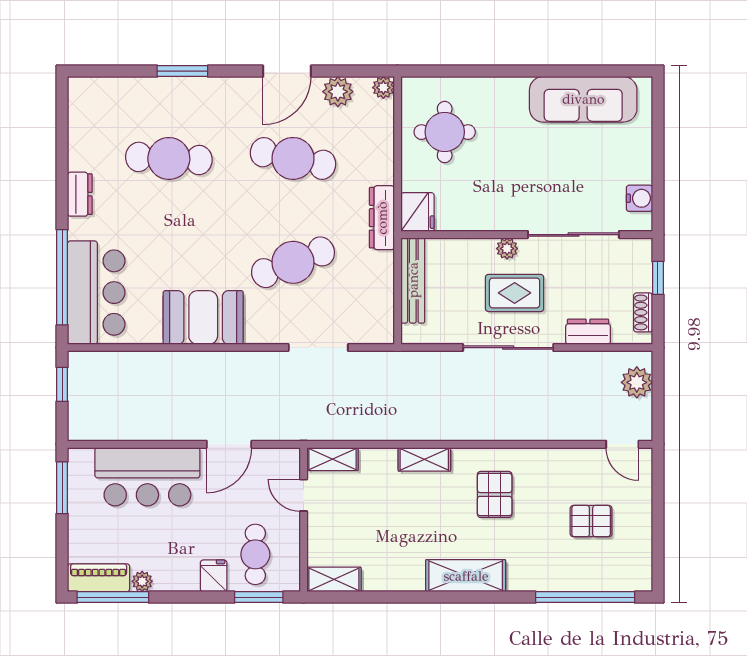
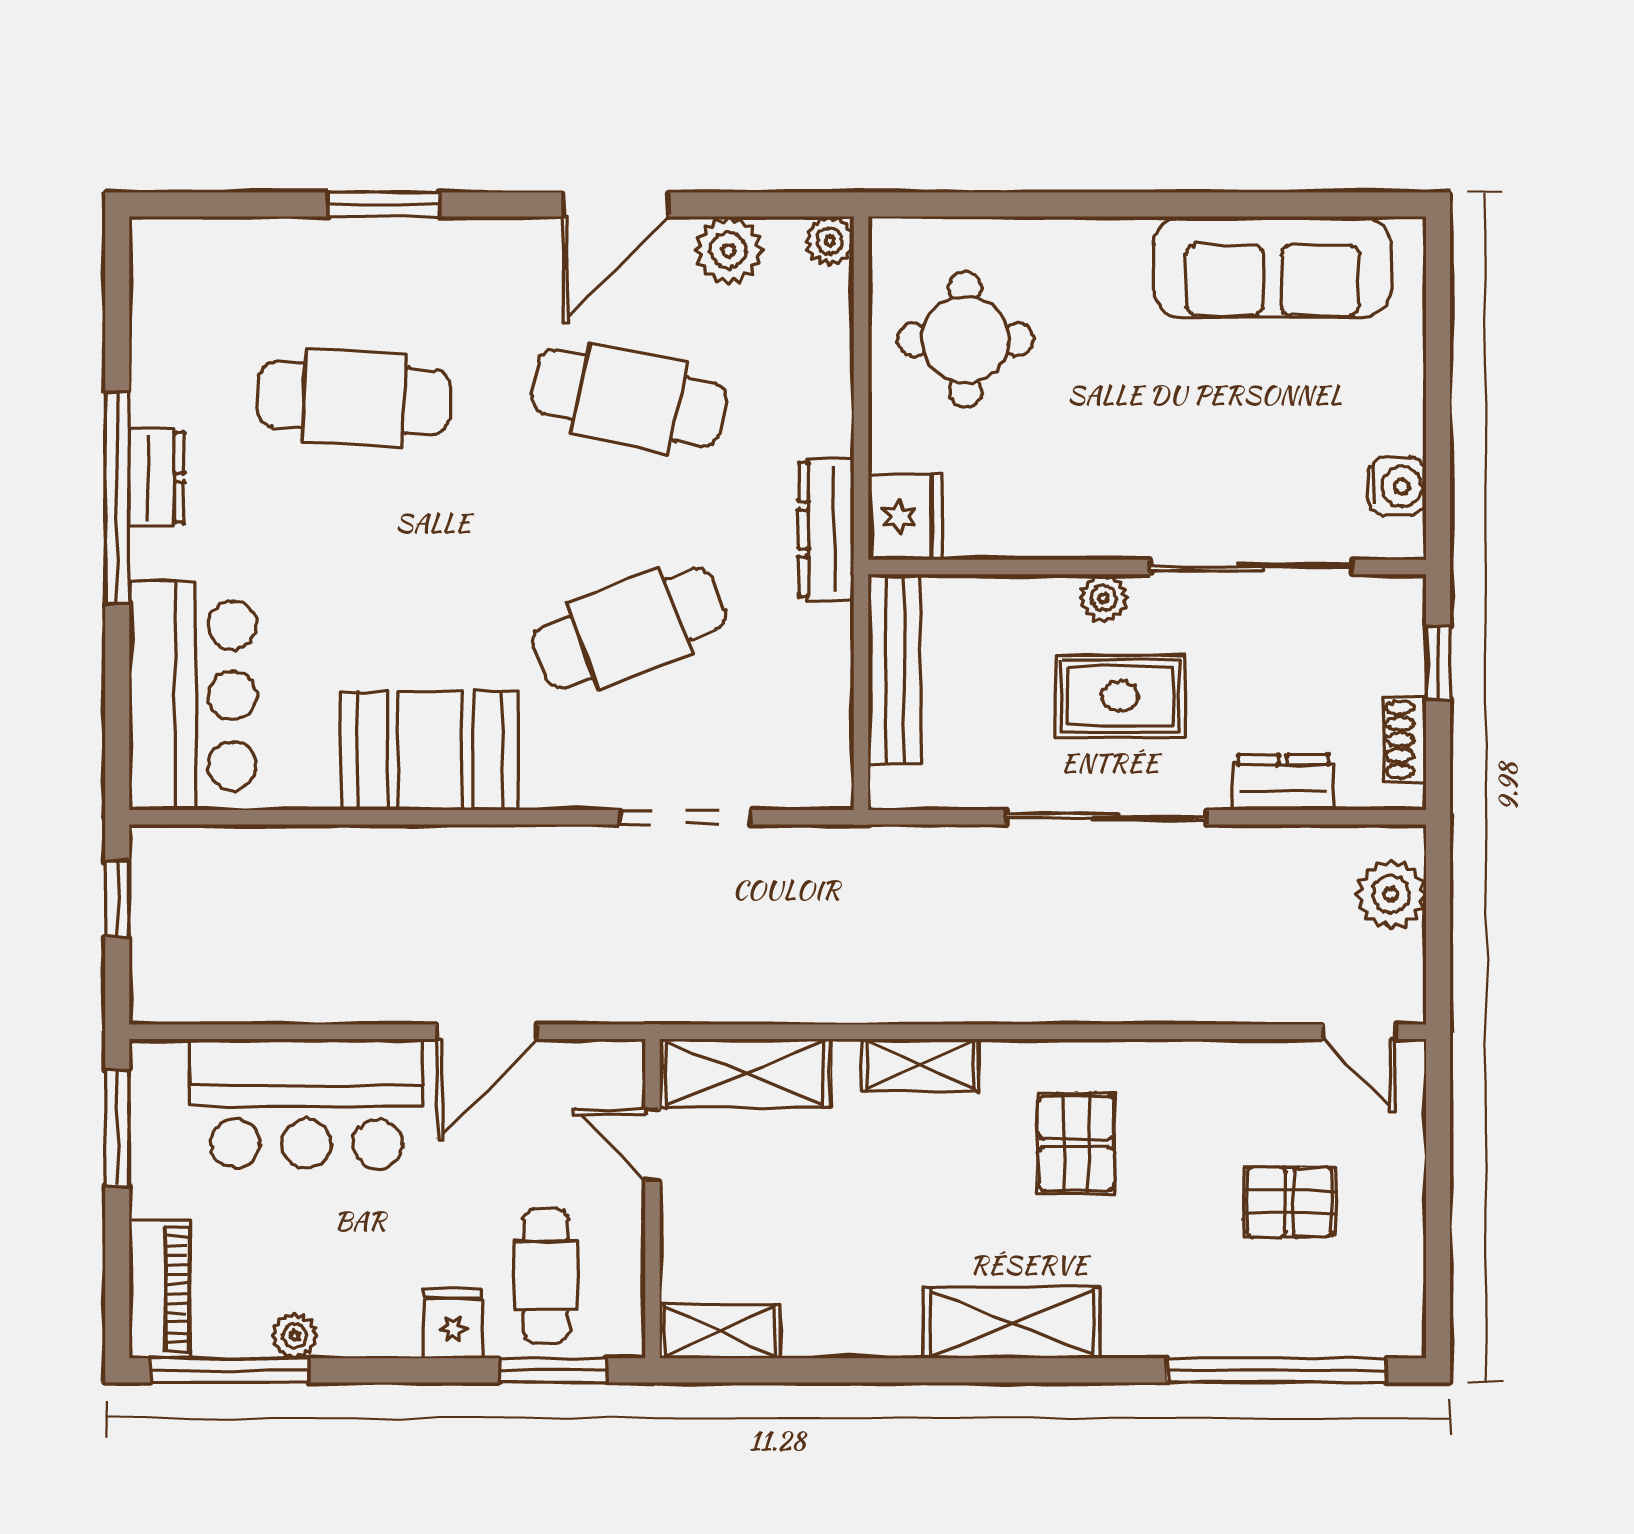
window: (62, 277) -> (117, 498), moved
shelving: (332, 459) -> (745, 1073), width x1.50, depth x1.33
piano: (99, 578) -> (160, 1289), moved, turned 90

